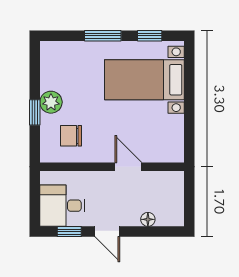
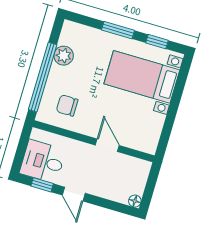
plant: (51, 102) -> (64, 56), moved
window: (35, 112) -> (43, 77), width x3.17
floor lamp: (148, 219) -> (135, 201), moved

